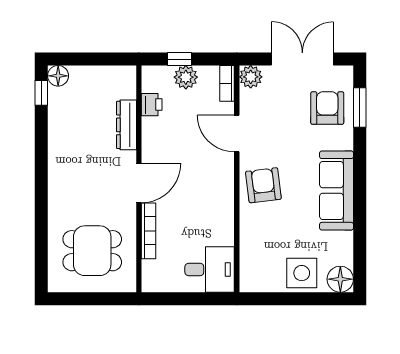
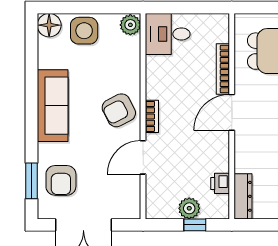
plant: (251, 77) -> (130, 25), moved
bookcase: (227, 83) -> (152, 116), moved
dresser: (126, 125) -> (243, 196), moved
door: (237, 133) -> (143, 157), swing flipped
armchair: (263, 185) -> (119, 110), turned 70

